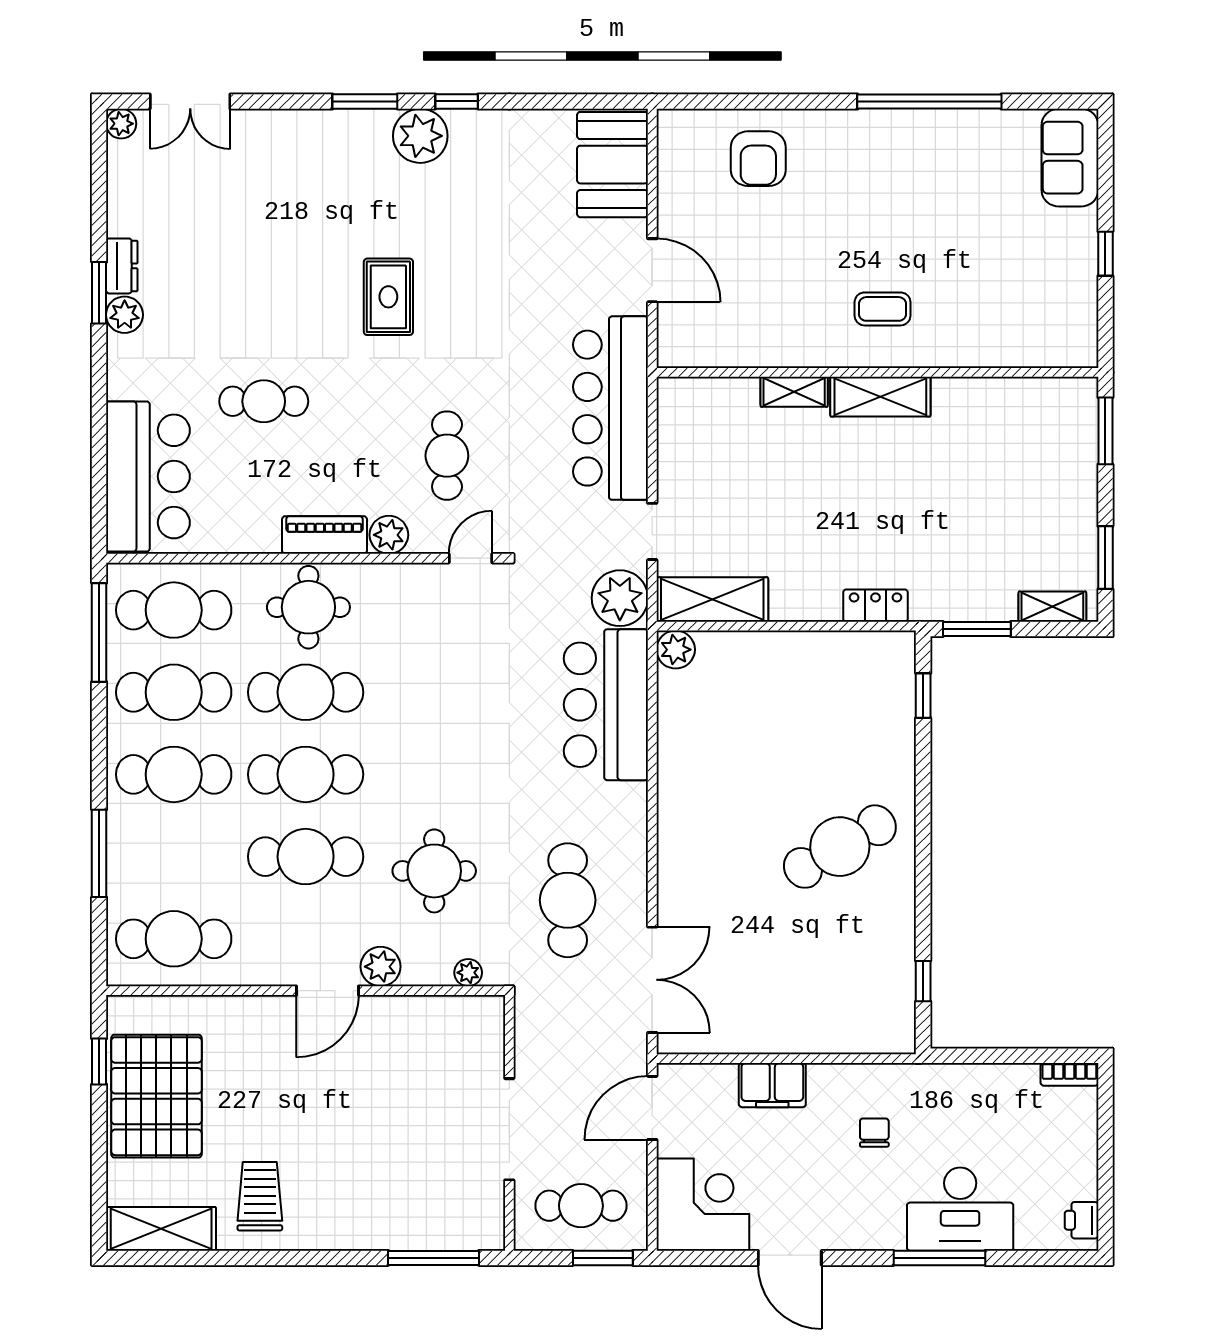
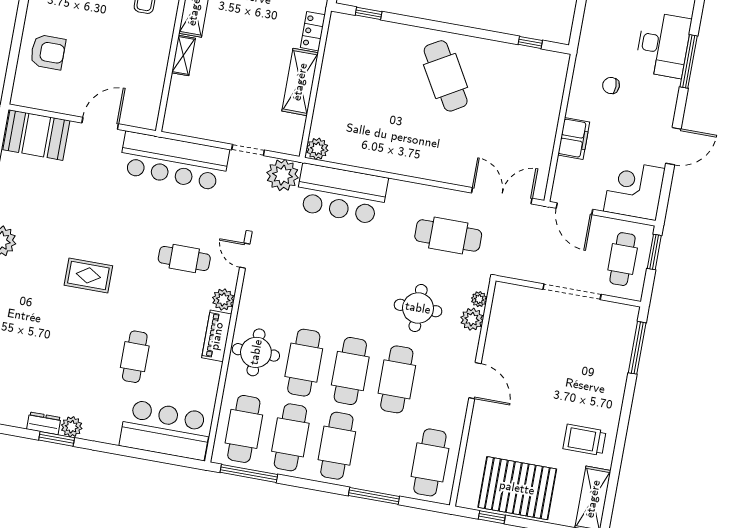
shelving: (712, 600) -> (300, 82), moved
plant: (381, 967) -> (472, 319), moved

